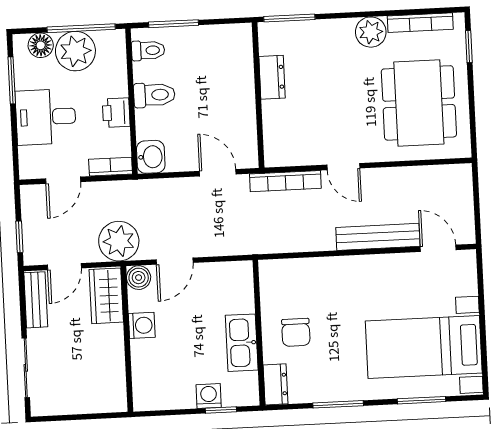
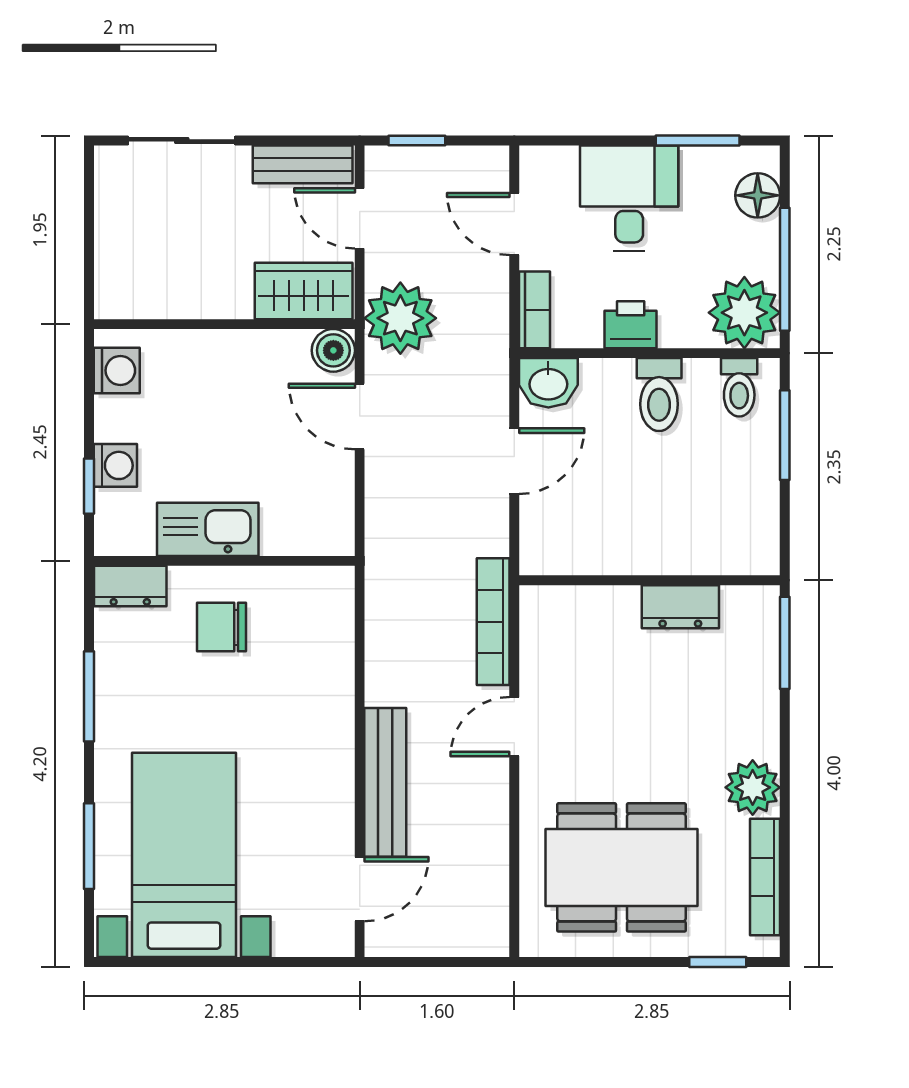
plant: (75, 51) -> (744, 313), moved
door: (218, 173) -> (514, 461), moved
washing machine: (142, 325) -> (117, 370), moved, turned -90

